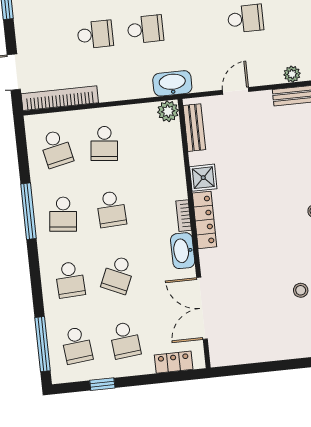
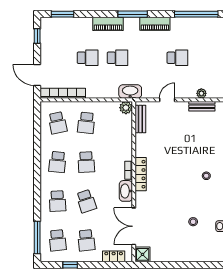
shower: (203, 178) -> (143, 254), moved
window: (28, 211) -> (37, 158), removed
school desk: (118, 275) -> (86, 201), turned -42

